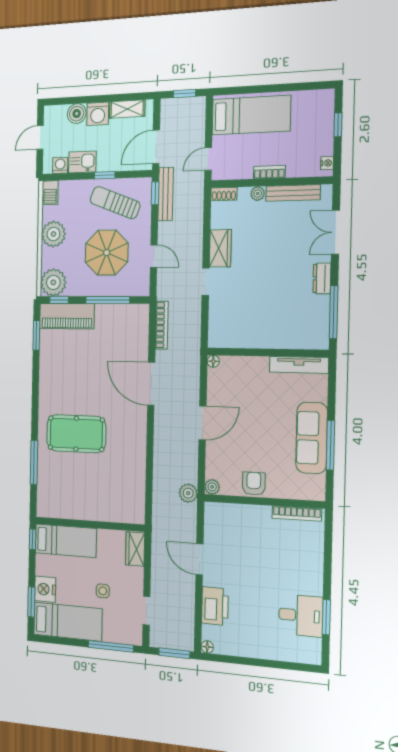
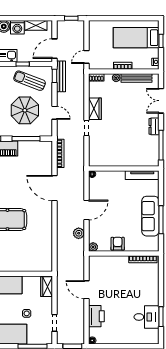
bed: (251, 115) -> (136, 38), moved, turned 180
plant: (188, 493) -> (79, 233), moved

